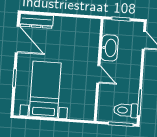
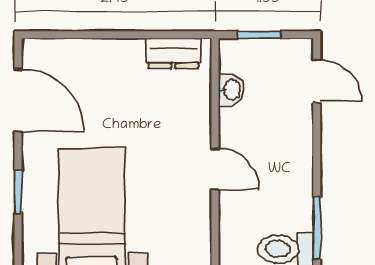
dresser: (36, 21) -> (173, 53), moved, width x0.70
washbasin: (110, 48) -> (231, 90), width x0.52, depth x0.69

